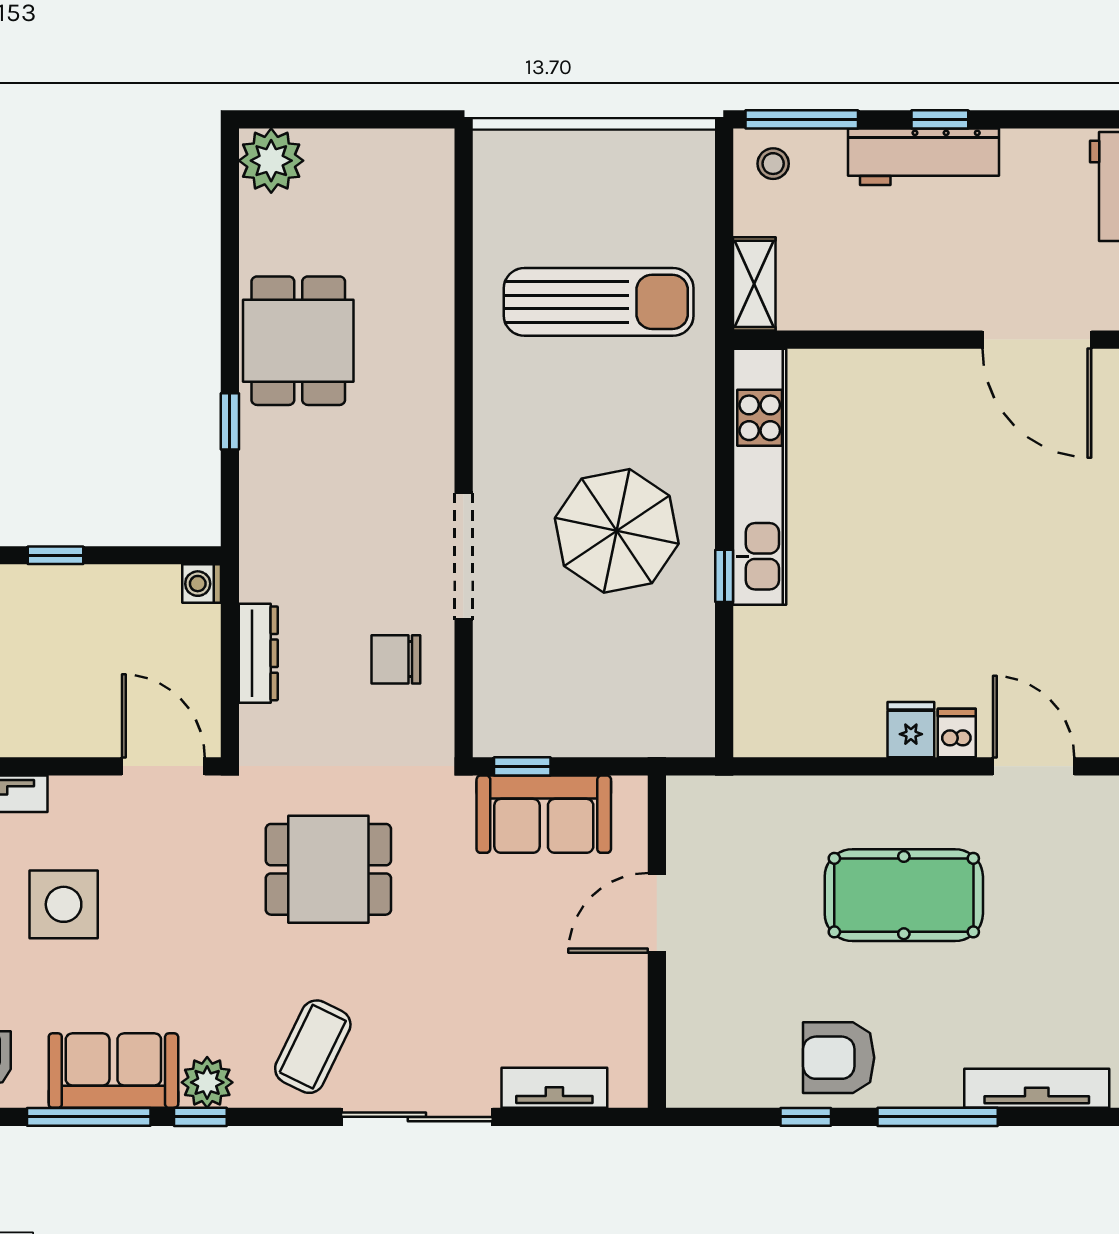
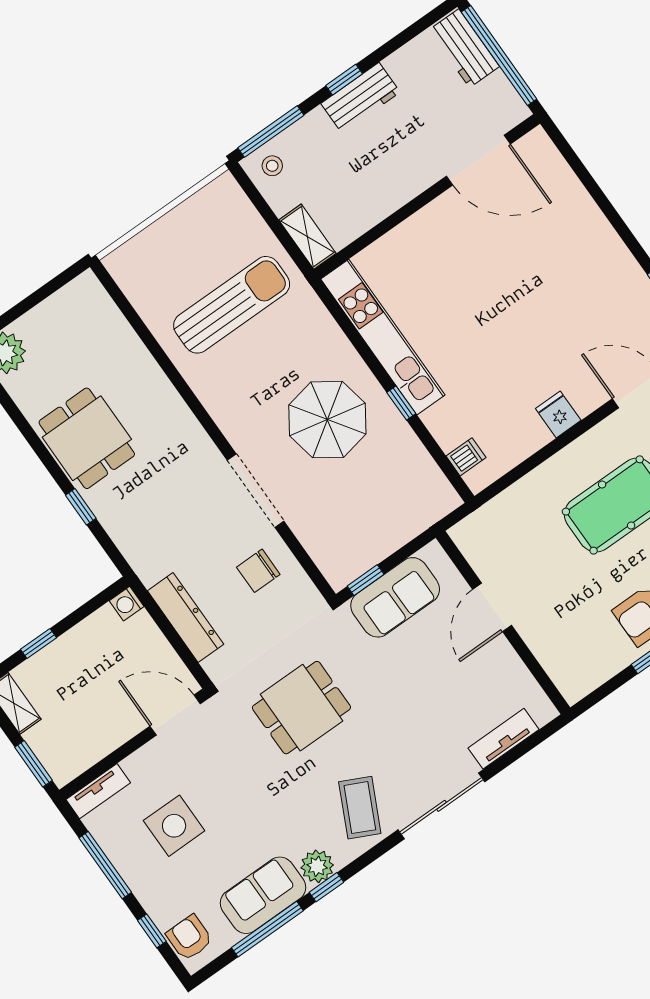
workbench: (923, 157) -> (360, 98), width x0.73
dresser: (258, 653) -> (186, 617), width x1.37, depth x1.24
dishwasher: (957, 733) -> (466, 457), moved, turned 90

